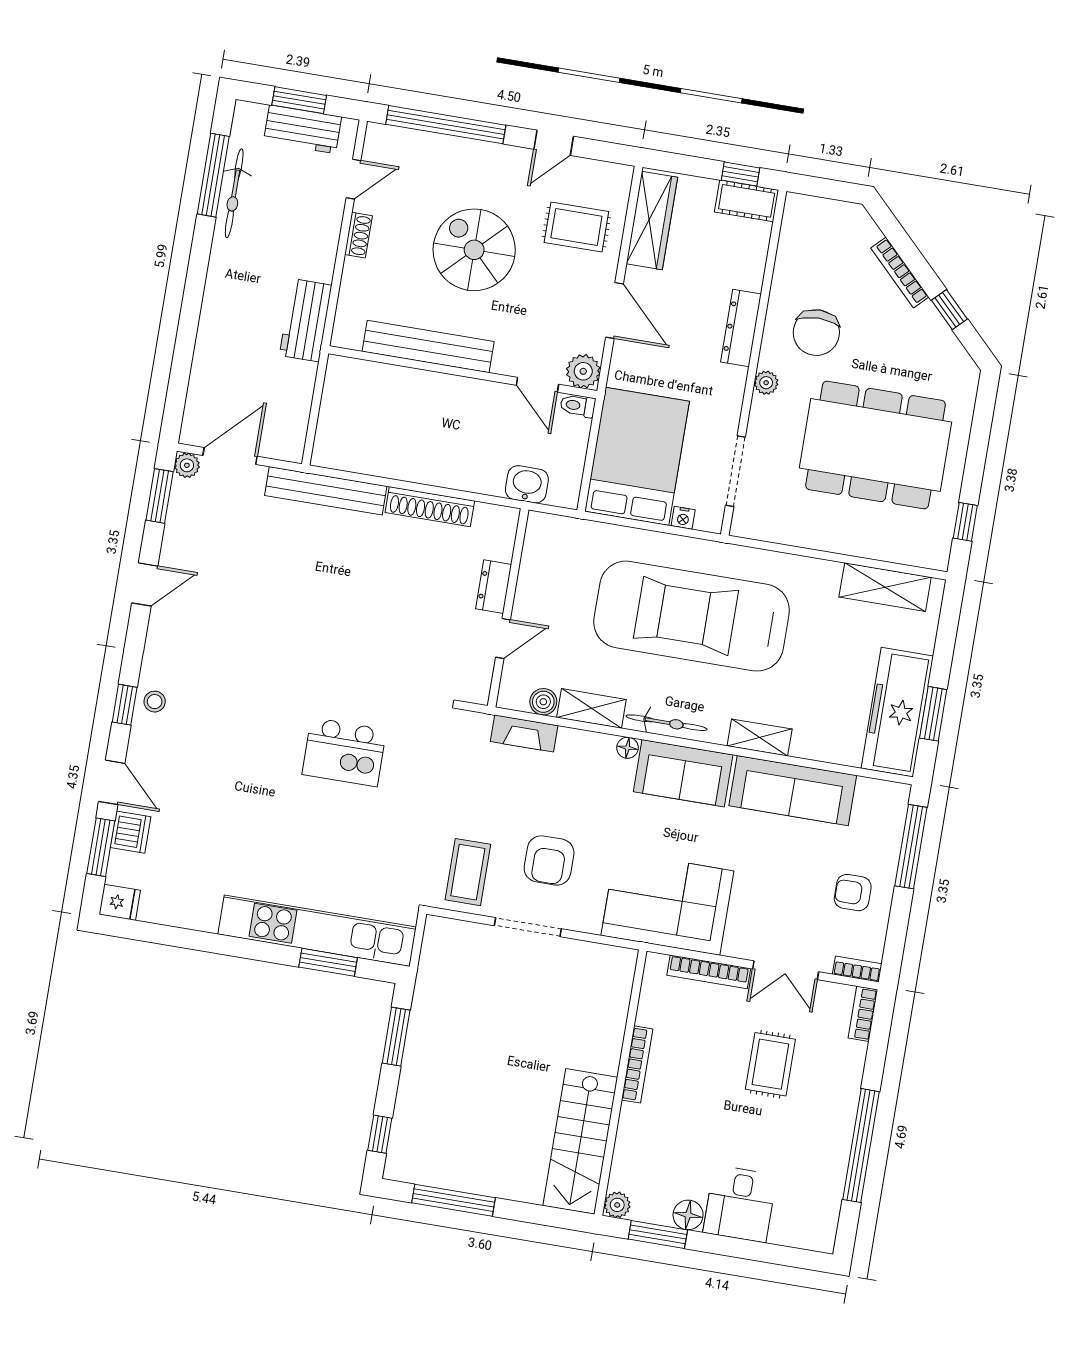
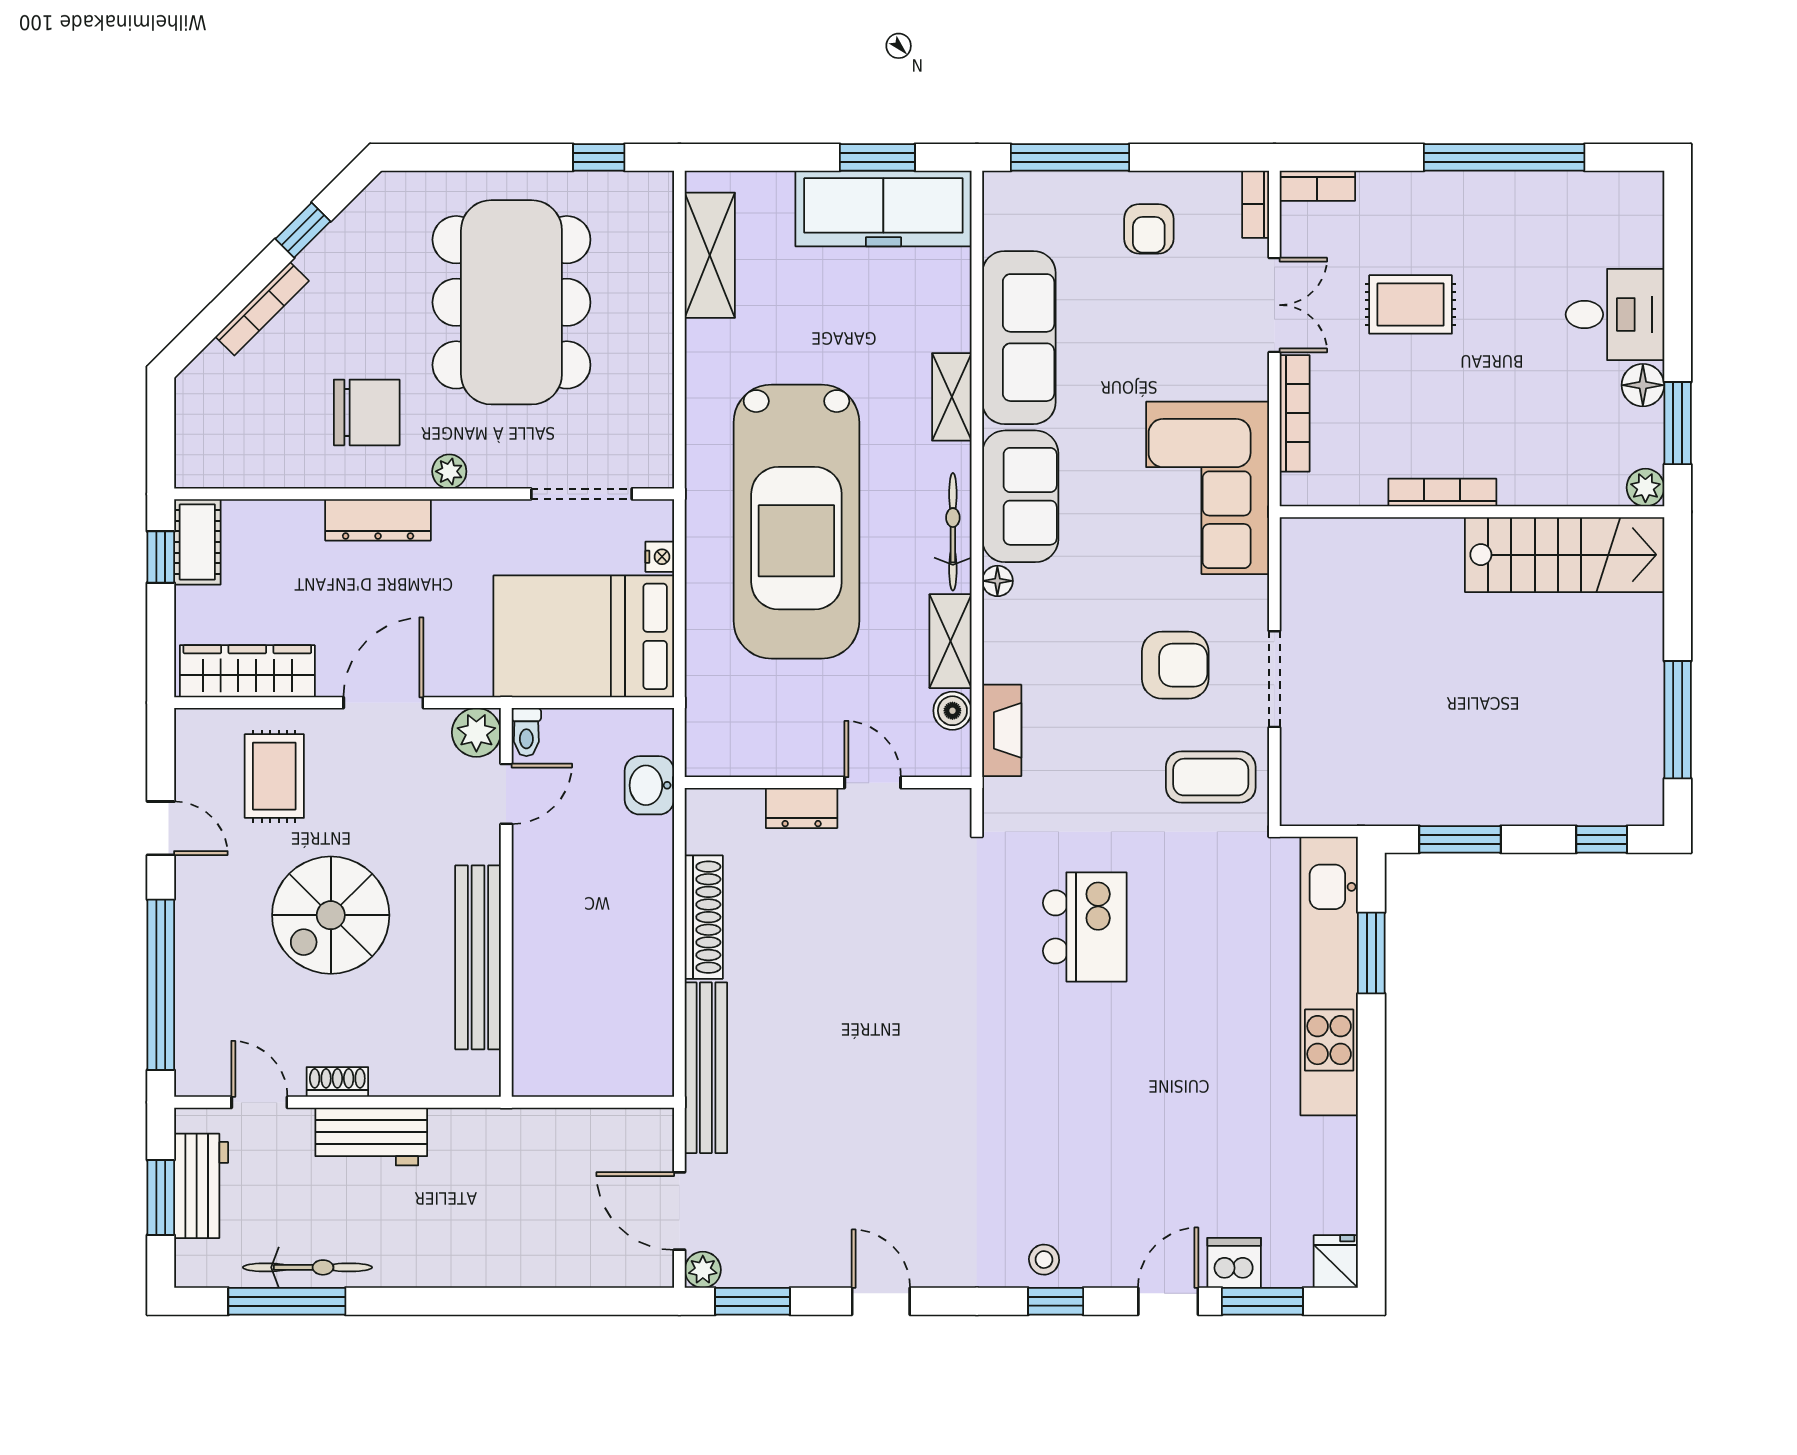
workbench: (306, 320) -> (371, 1136), moved
kitchen island: (344, 752) -> (1085, 927), moved

